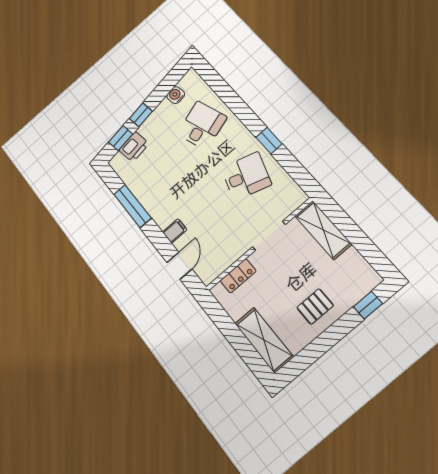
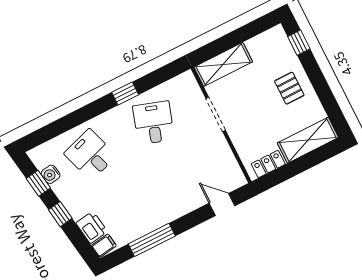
window: (121, 138) -> (38, 183), moved
filing cabinet: (175, 231) -> (104, 246), moved, turned 81
locker: (238, 276) -> (268, 164), moved, turned -90

